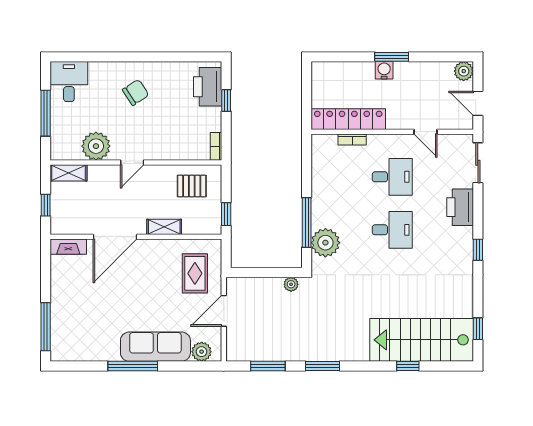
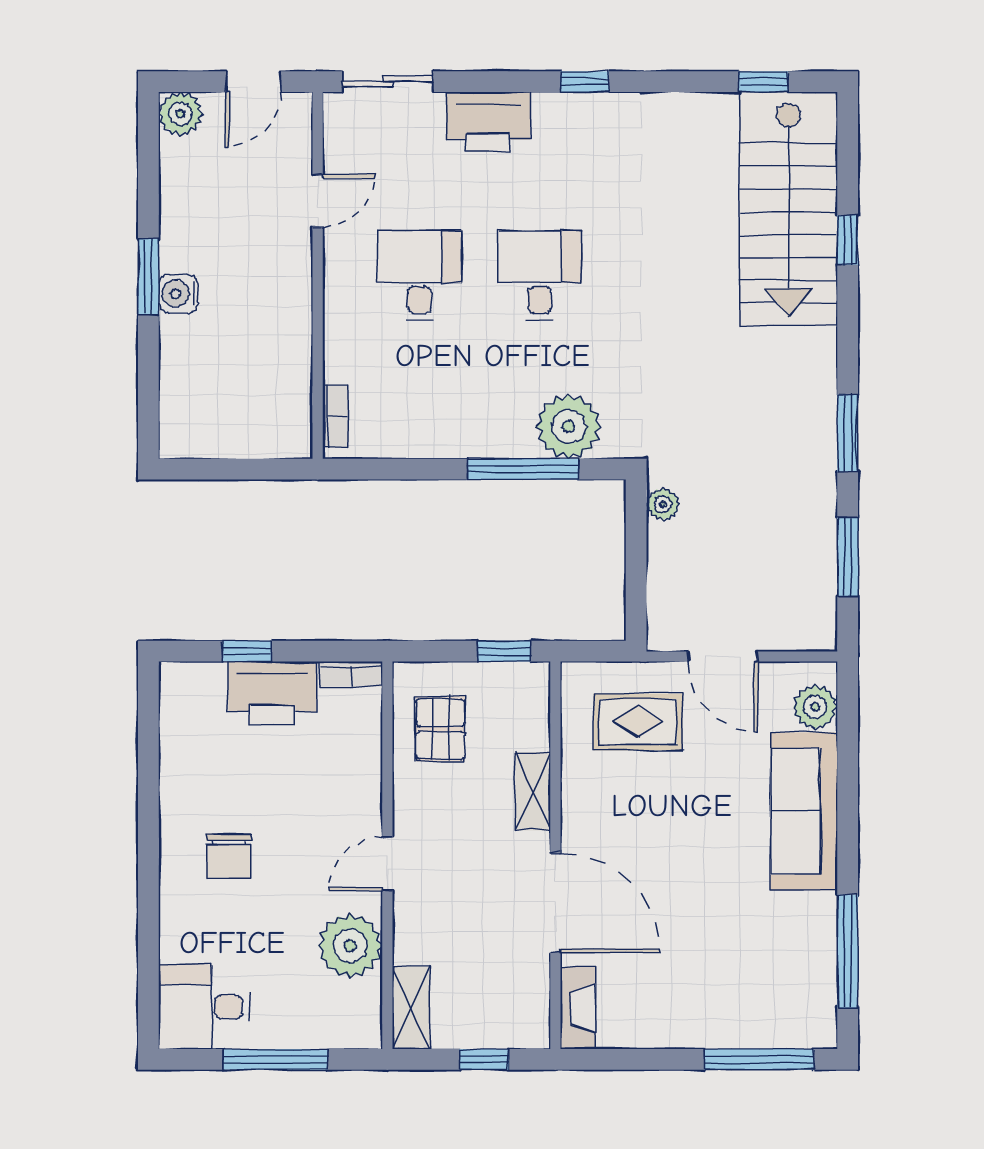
printer: (208, 87) -> (272, 693), moved
chair: (136, 92) -> (229, 856), turned -147
locker: (348, 119) -> (289, 375), removed
bookcase: (352, 140) -> (335, 416), moved
door: (132, 163) -> (387, 864), swing flipped
window: (133, 366) -> (848, 951), moved

